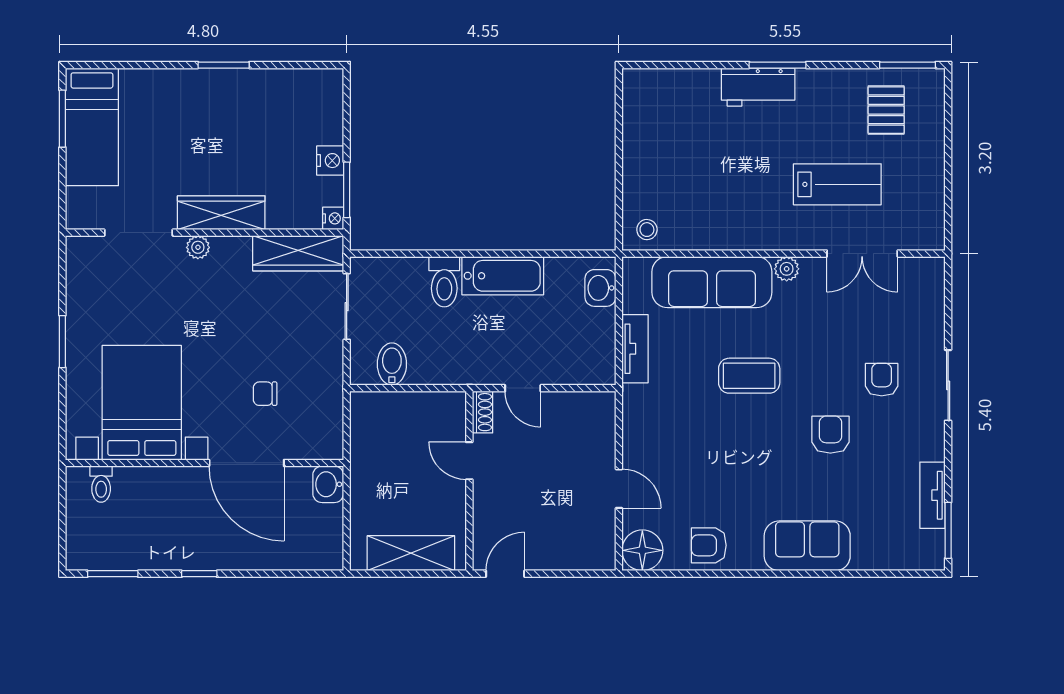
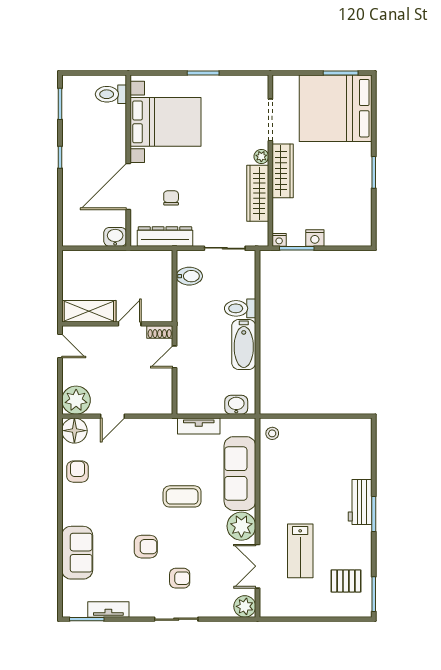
bed: (92, 127) -> (336, 108), width x2.04
wardrobe: (298, 253) -> (258, 193), moved
plant: (787, 269) -> (241, 526), width x1.88, depth x1.88
plant: (927, 274) -> (245, 606), added
coffee table: (749, 376) -> (182, 496), turned 90
dresser: (328, 403) -> (165, 237), added
toilet: (101, 484) -> (111, 94), width x1.37, depth x1.39
sofa: (807, 546) -> (77, 553), moved
plant: (593, 548) -> (76, 400), added
shelving: (411, 553) -> (89, 311), moved, turned 90

